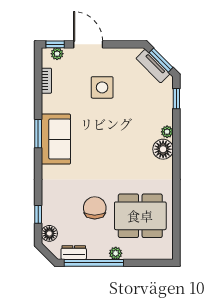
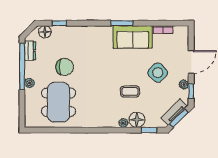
window: (55, 44) -> (191, 91), moved
plant: (57, 54) -> (184, 84), moved
side table: (102, 87) -> (158, 73), turned 45
coffee table: (127, 123) -> (130, 92), added
sofa: (56, 139) -> (133, 37), moved
floor lamp: (163, 149) -> (137, 120), moved

